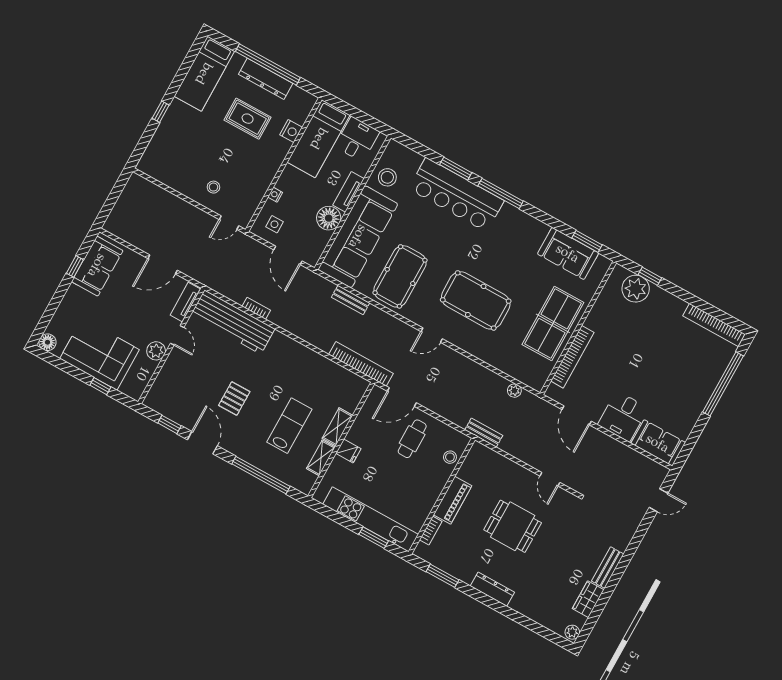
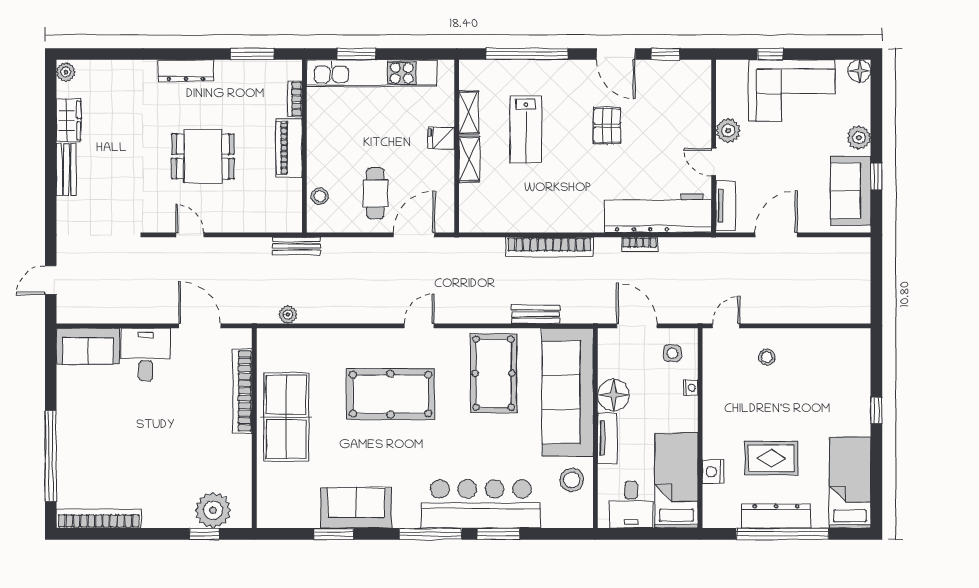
window: (587, 241) -> (334, 534), moved
sofa: (568, 253) -> (356, 508), moved
plant: (72, 298) -> (859, 138), added
bookcase: (361, 364) -> (549, 247), moved

